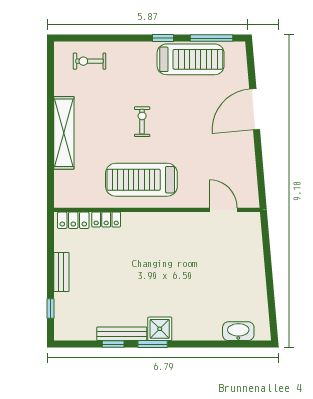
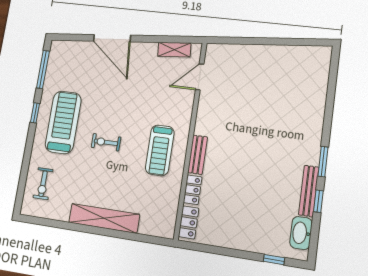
treadmill: (191, 59) -> (63, 122), moved
shelving: (249, 179) -> (174, 50), added
treadmill: (141, 180) -> (160, 150), width x0.73, depth x0.73
bench: (61, 272) -> (198, 155), moved, turned 90
shower: (160, 329) -> (308, 152), removed
washbasin: (238, 331) -> (301, 233), moved

